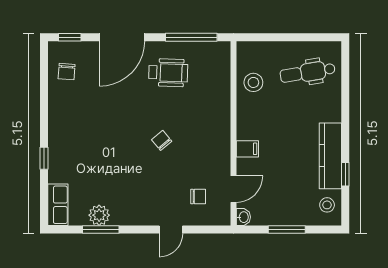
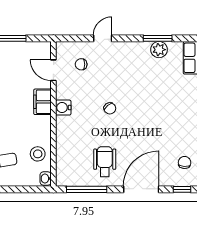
wheelchair: (168, 73) -> (105, 162), turned 88
water cooler: (221, 141) -> (63, 108), added
filing cabinet: (247, 149) -> (42, 102), width x2.00
door: (233, 189) -> (53, 70), hinge flipped
washbasin: (243, 217) -> (46, 178), moved

